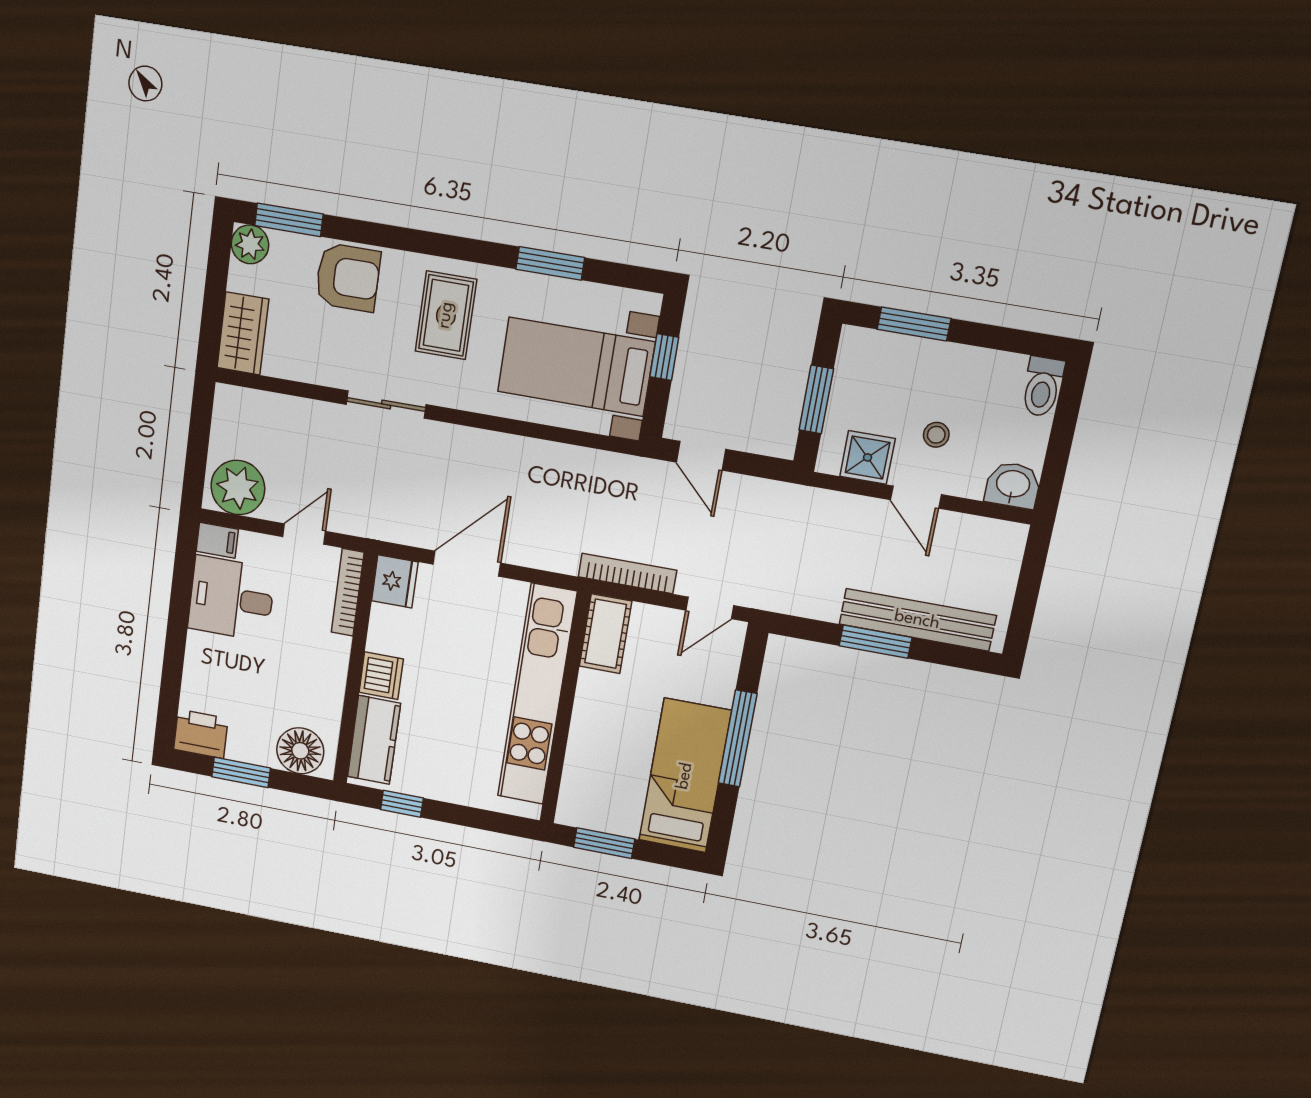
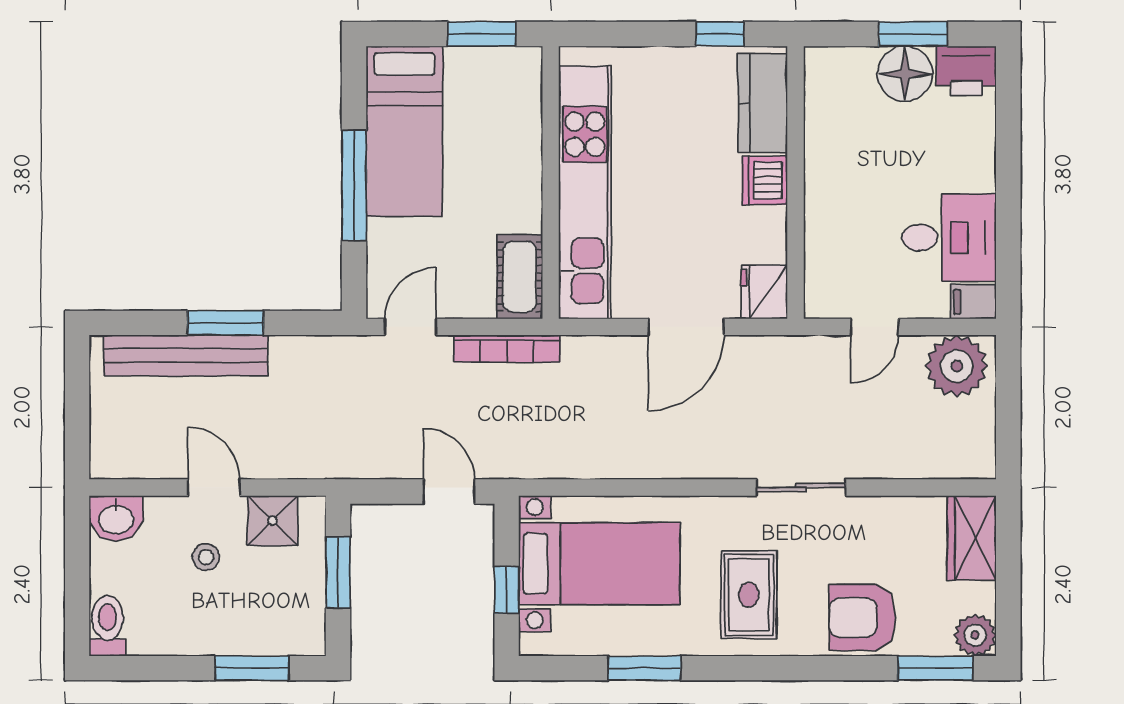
bookcase: (348, 592) -> (816, 270), removed
floor lamp: (300, 751) -> (905, 74), moved

